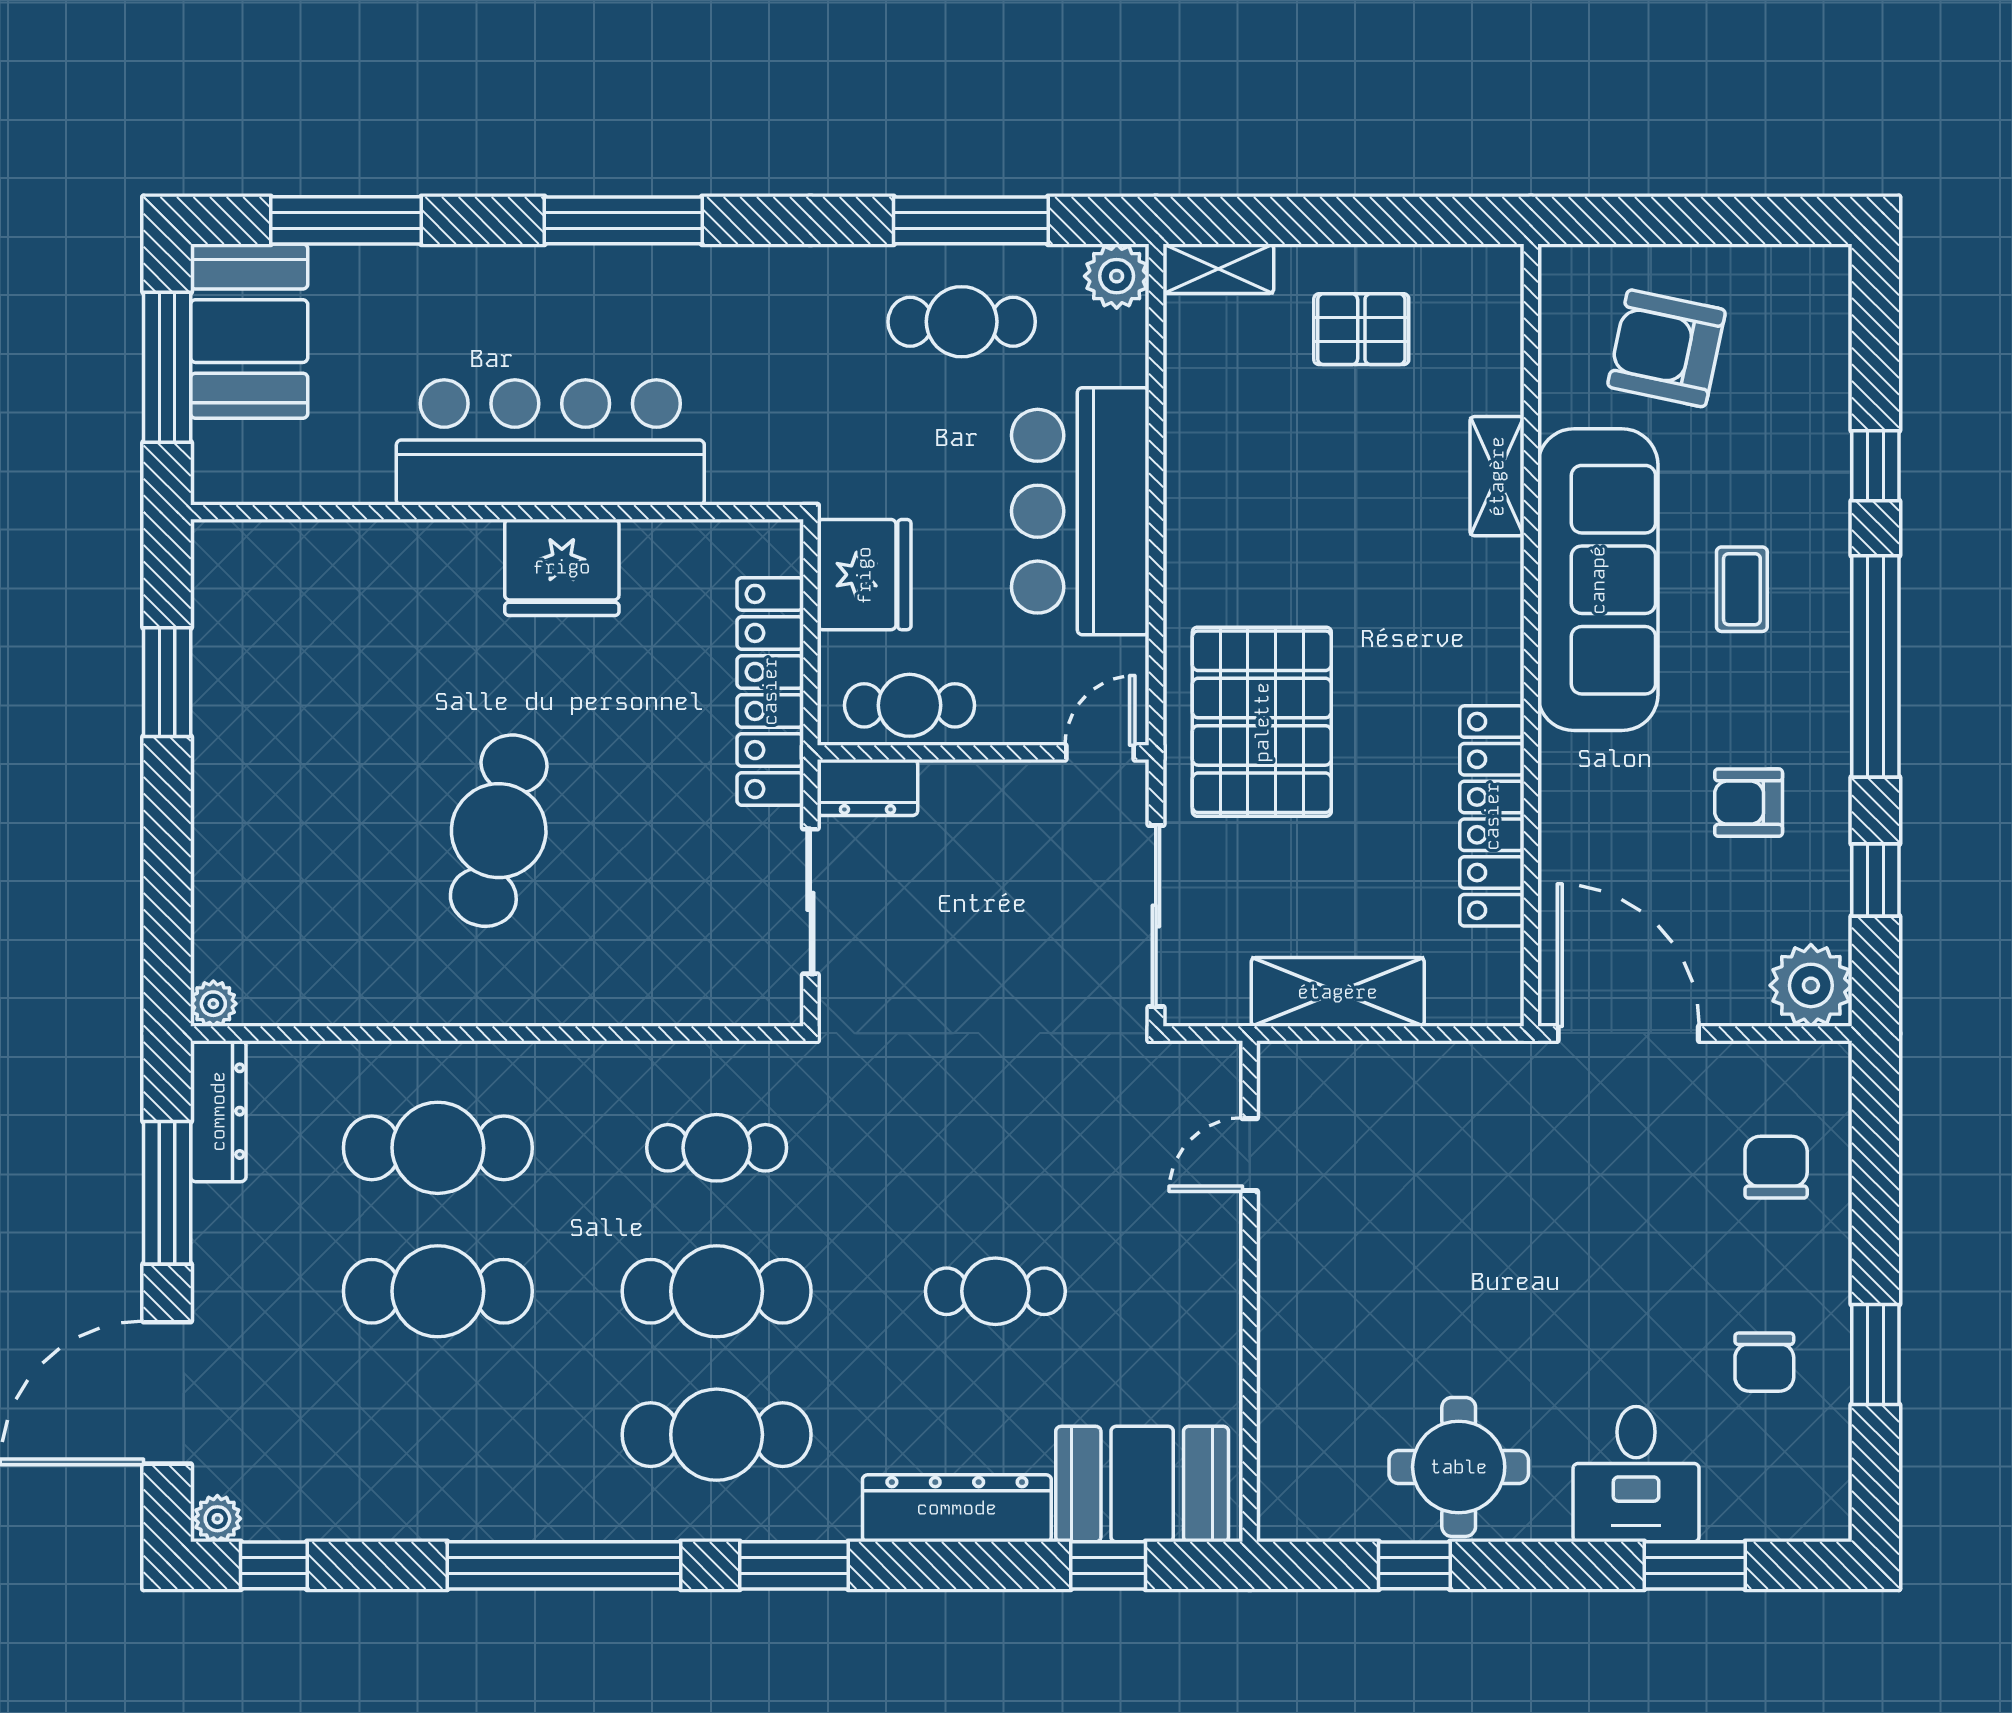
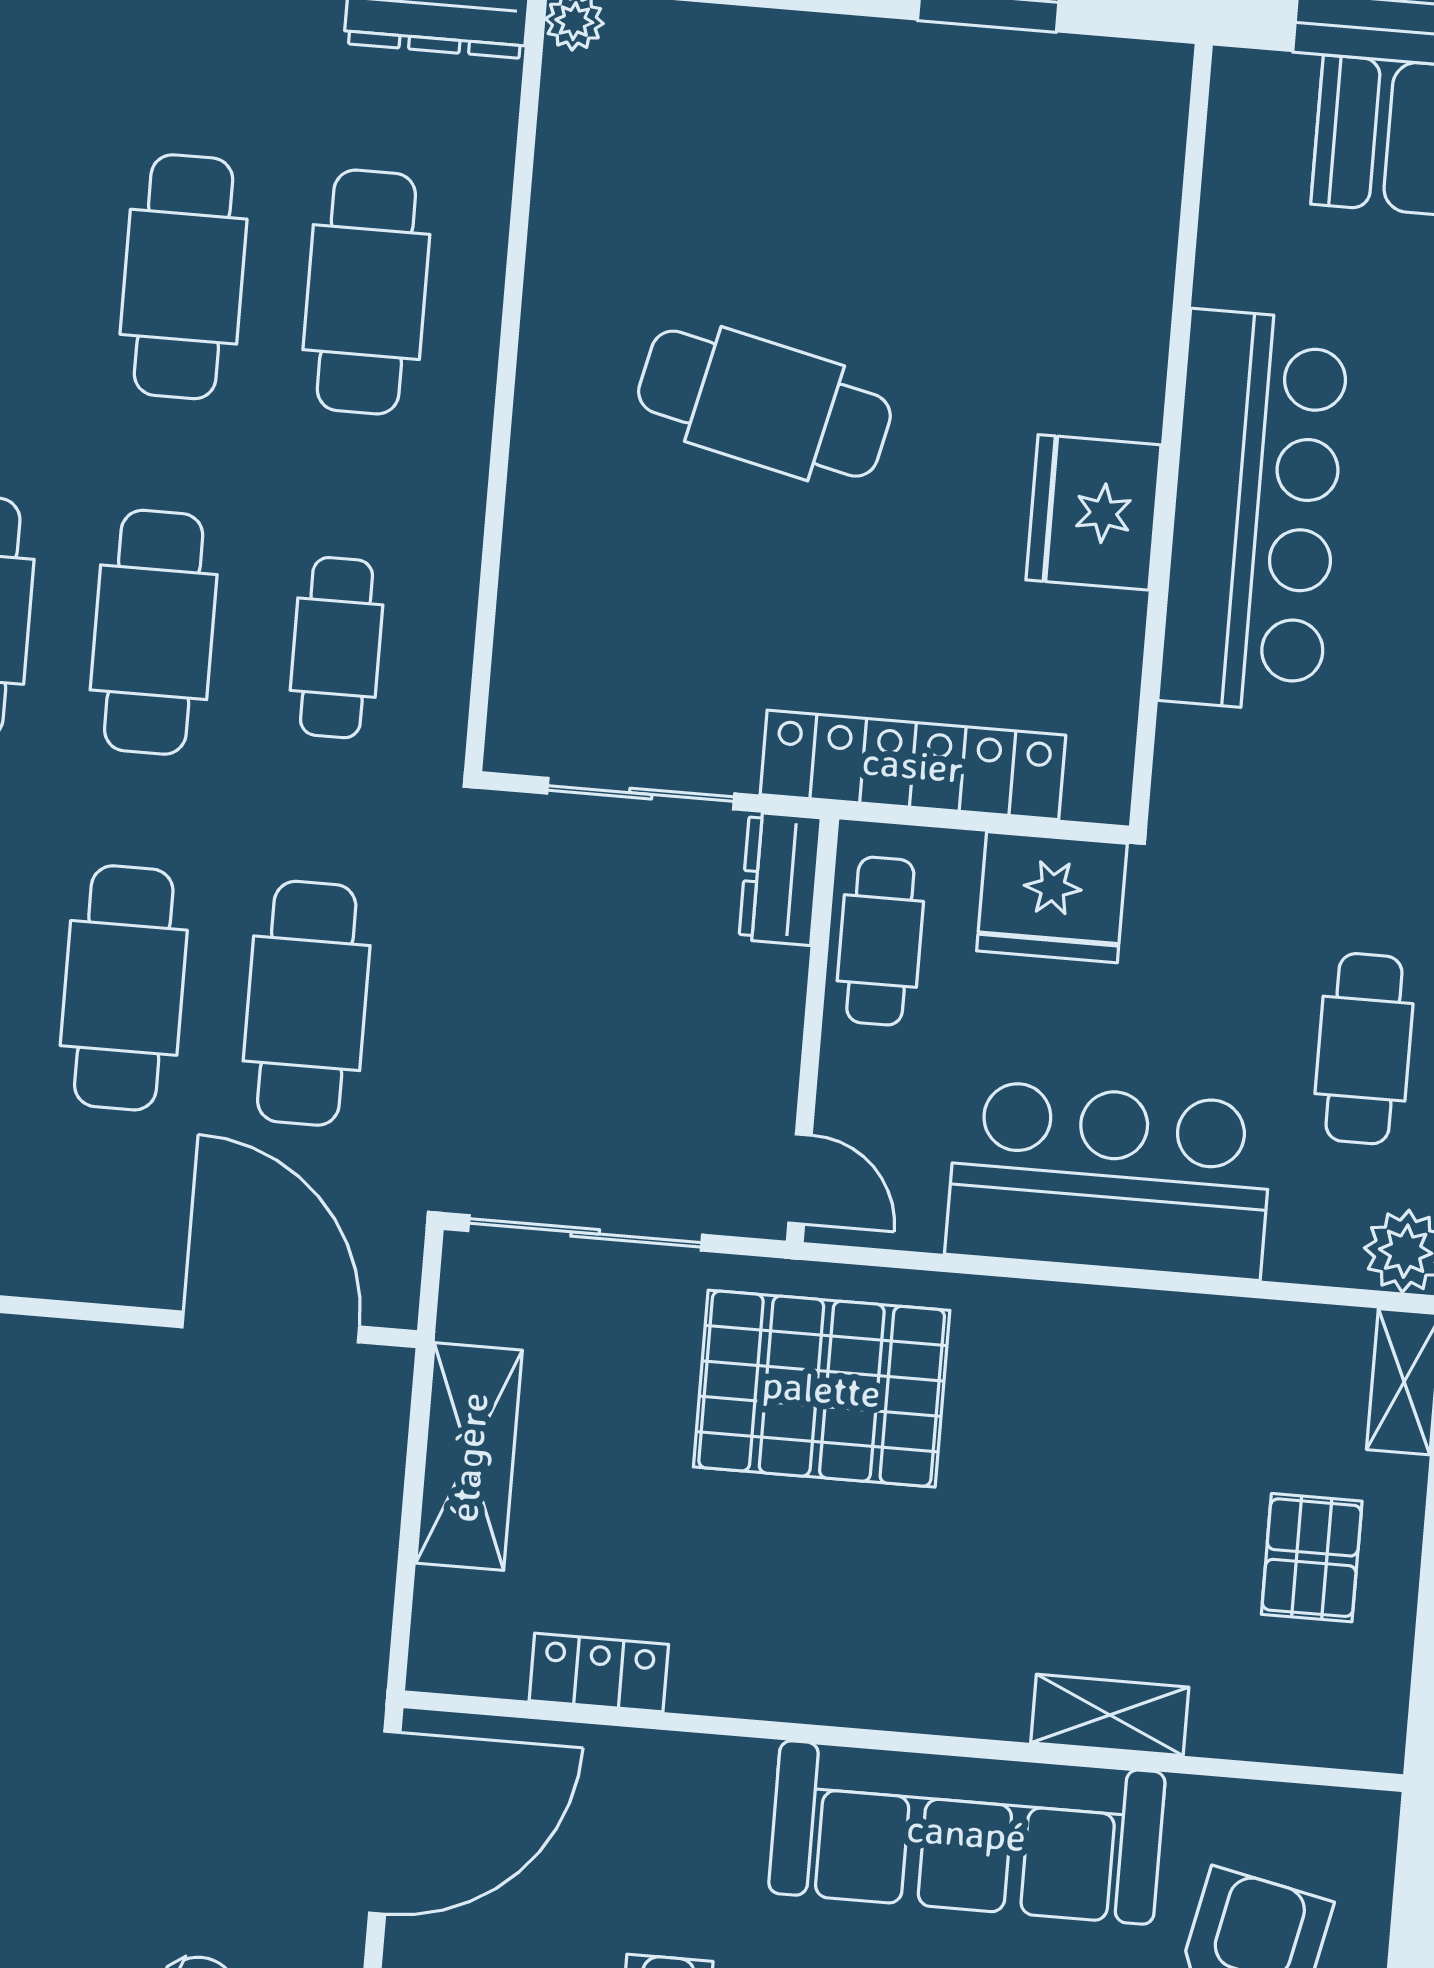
locker: (1492, 816) -> (599, 1673), width x0.46, depth x0.83
cafe table: (995, 1148) -> (307, 1003), added
door: (1250, 1155) -> (271, 1327), width x1.87
cafe table: (995, 1291) -> (124, 988), width x1.37, depth x1.35

